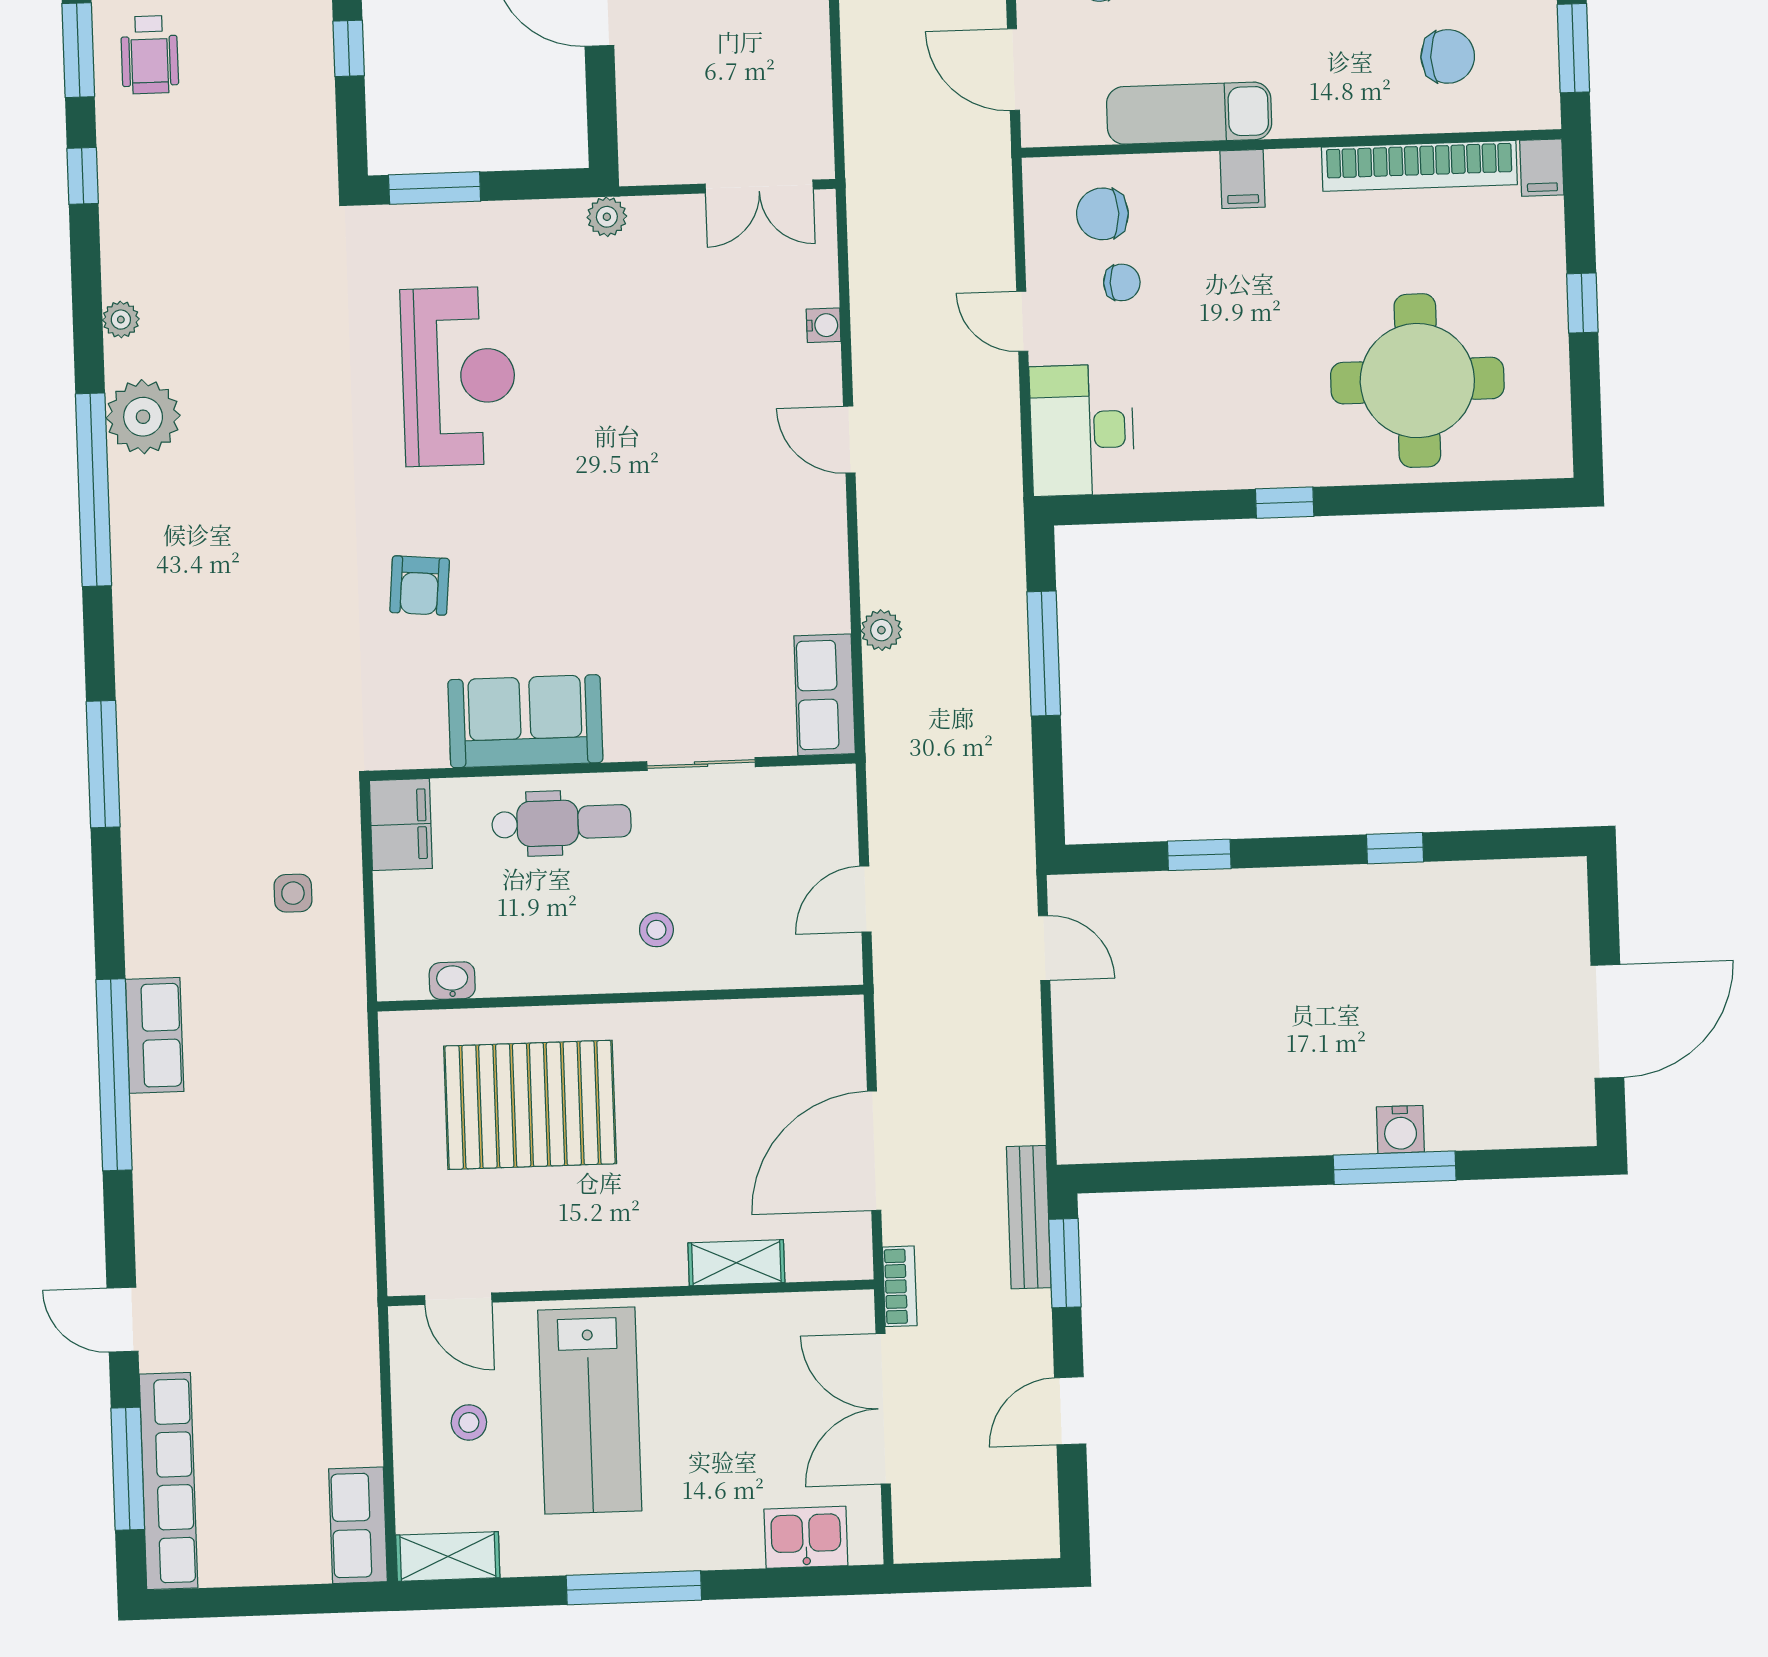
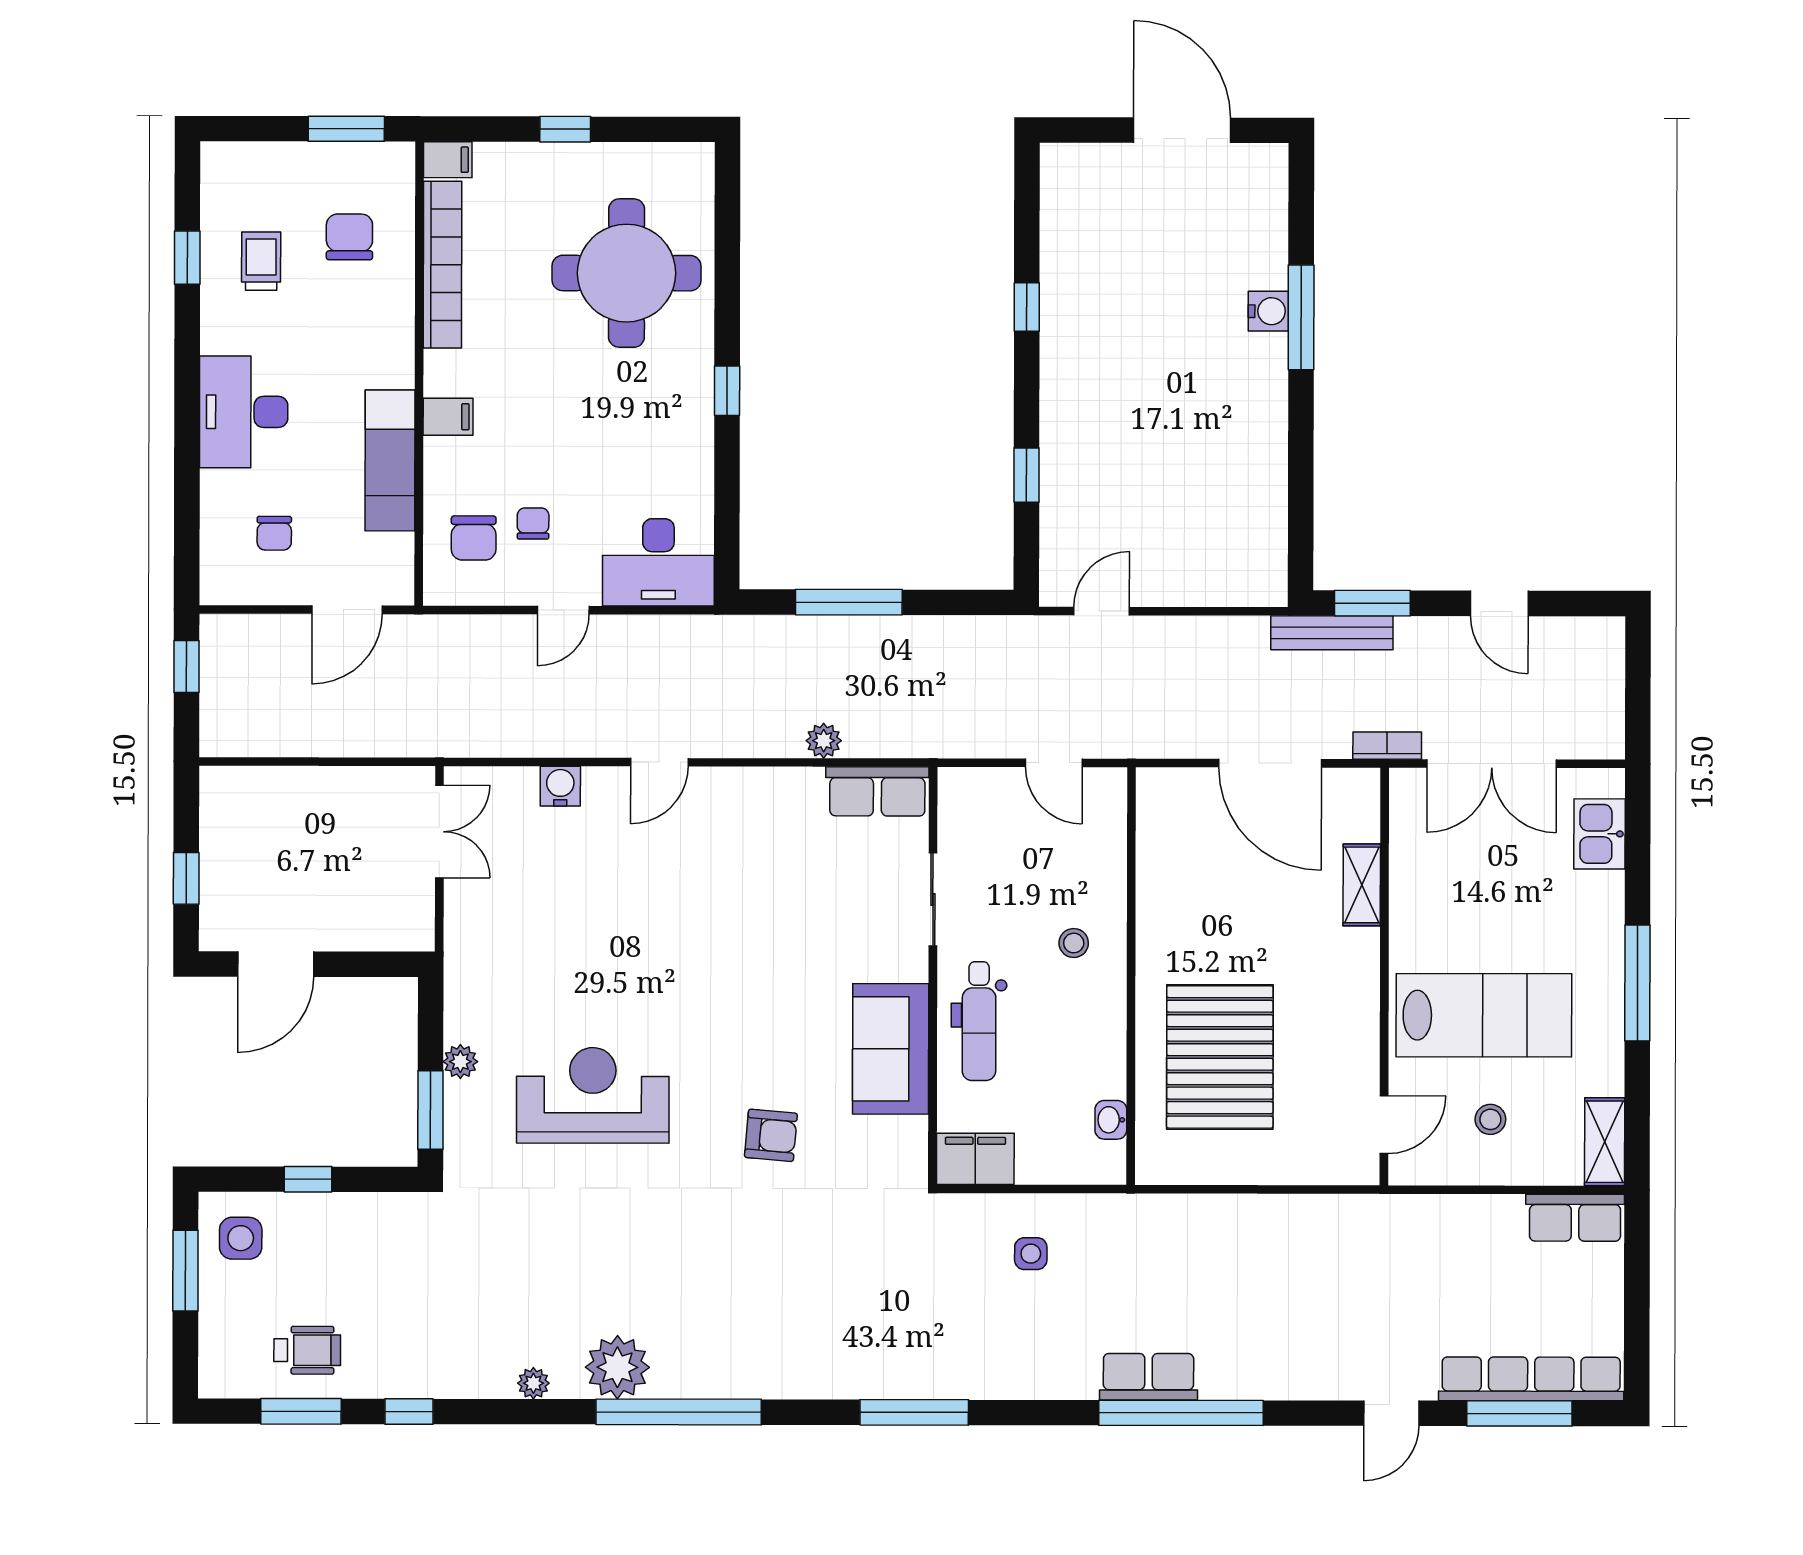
plant: (607, 217) -> (460, 1062), moved
water cooler: (824, 325) -> (560, 786), width x1.38, depth x1.38
dental chair: (561, 823) -> (979, 1021), turned 180

